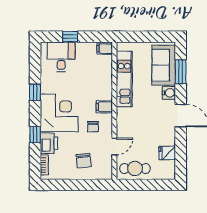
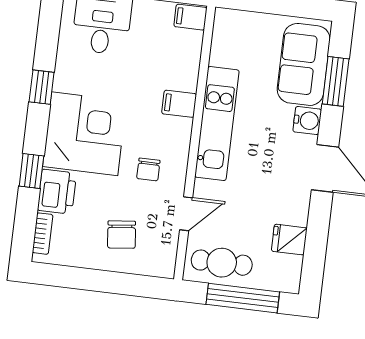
kitchen unit: (124, 79) -> (217, 124), moved
filing cabinet: (104, 107) -> (179, 104), moved
window: (148, 185) -> (243, 298), added

